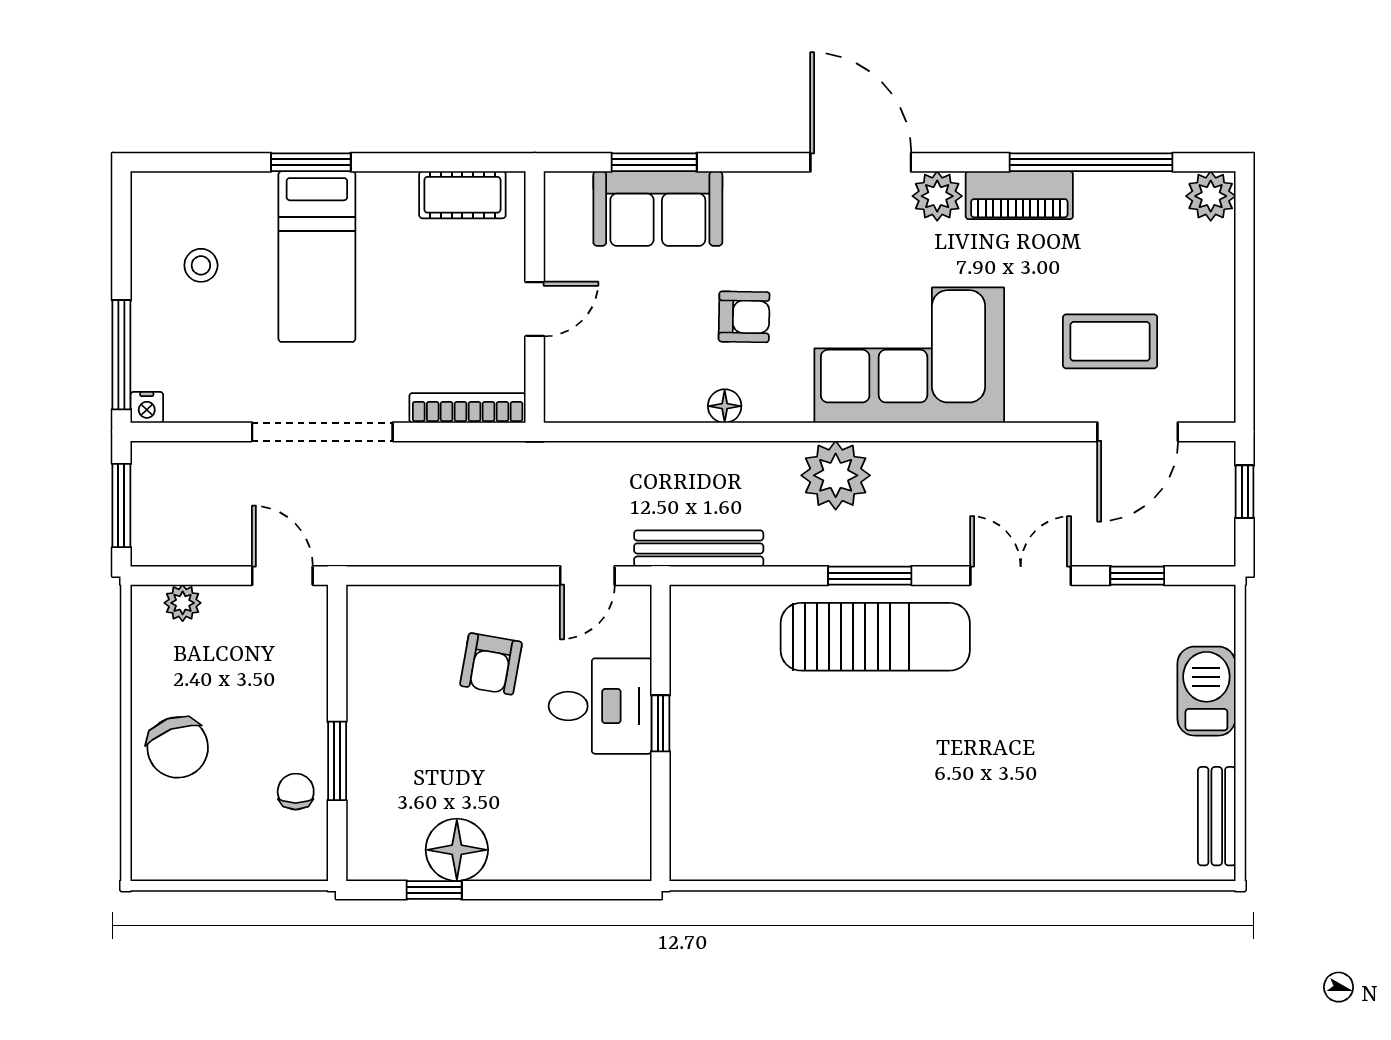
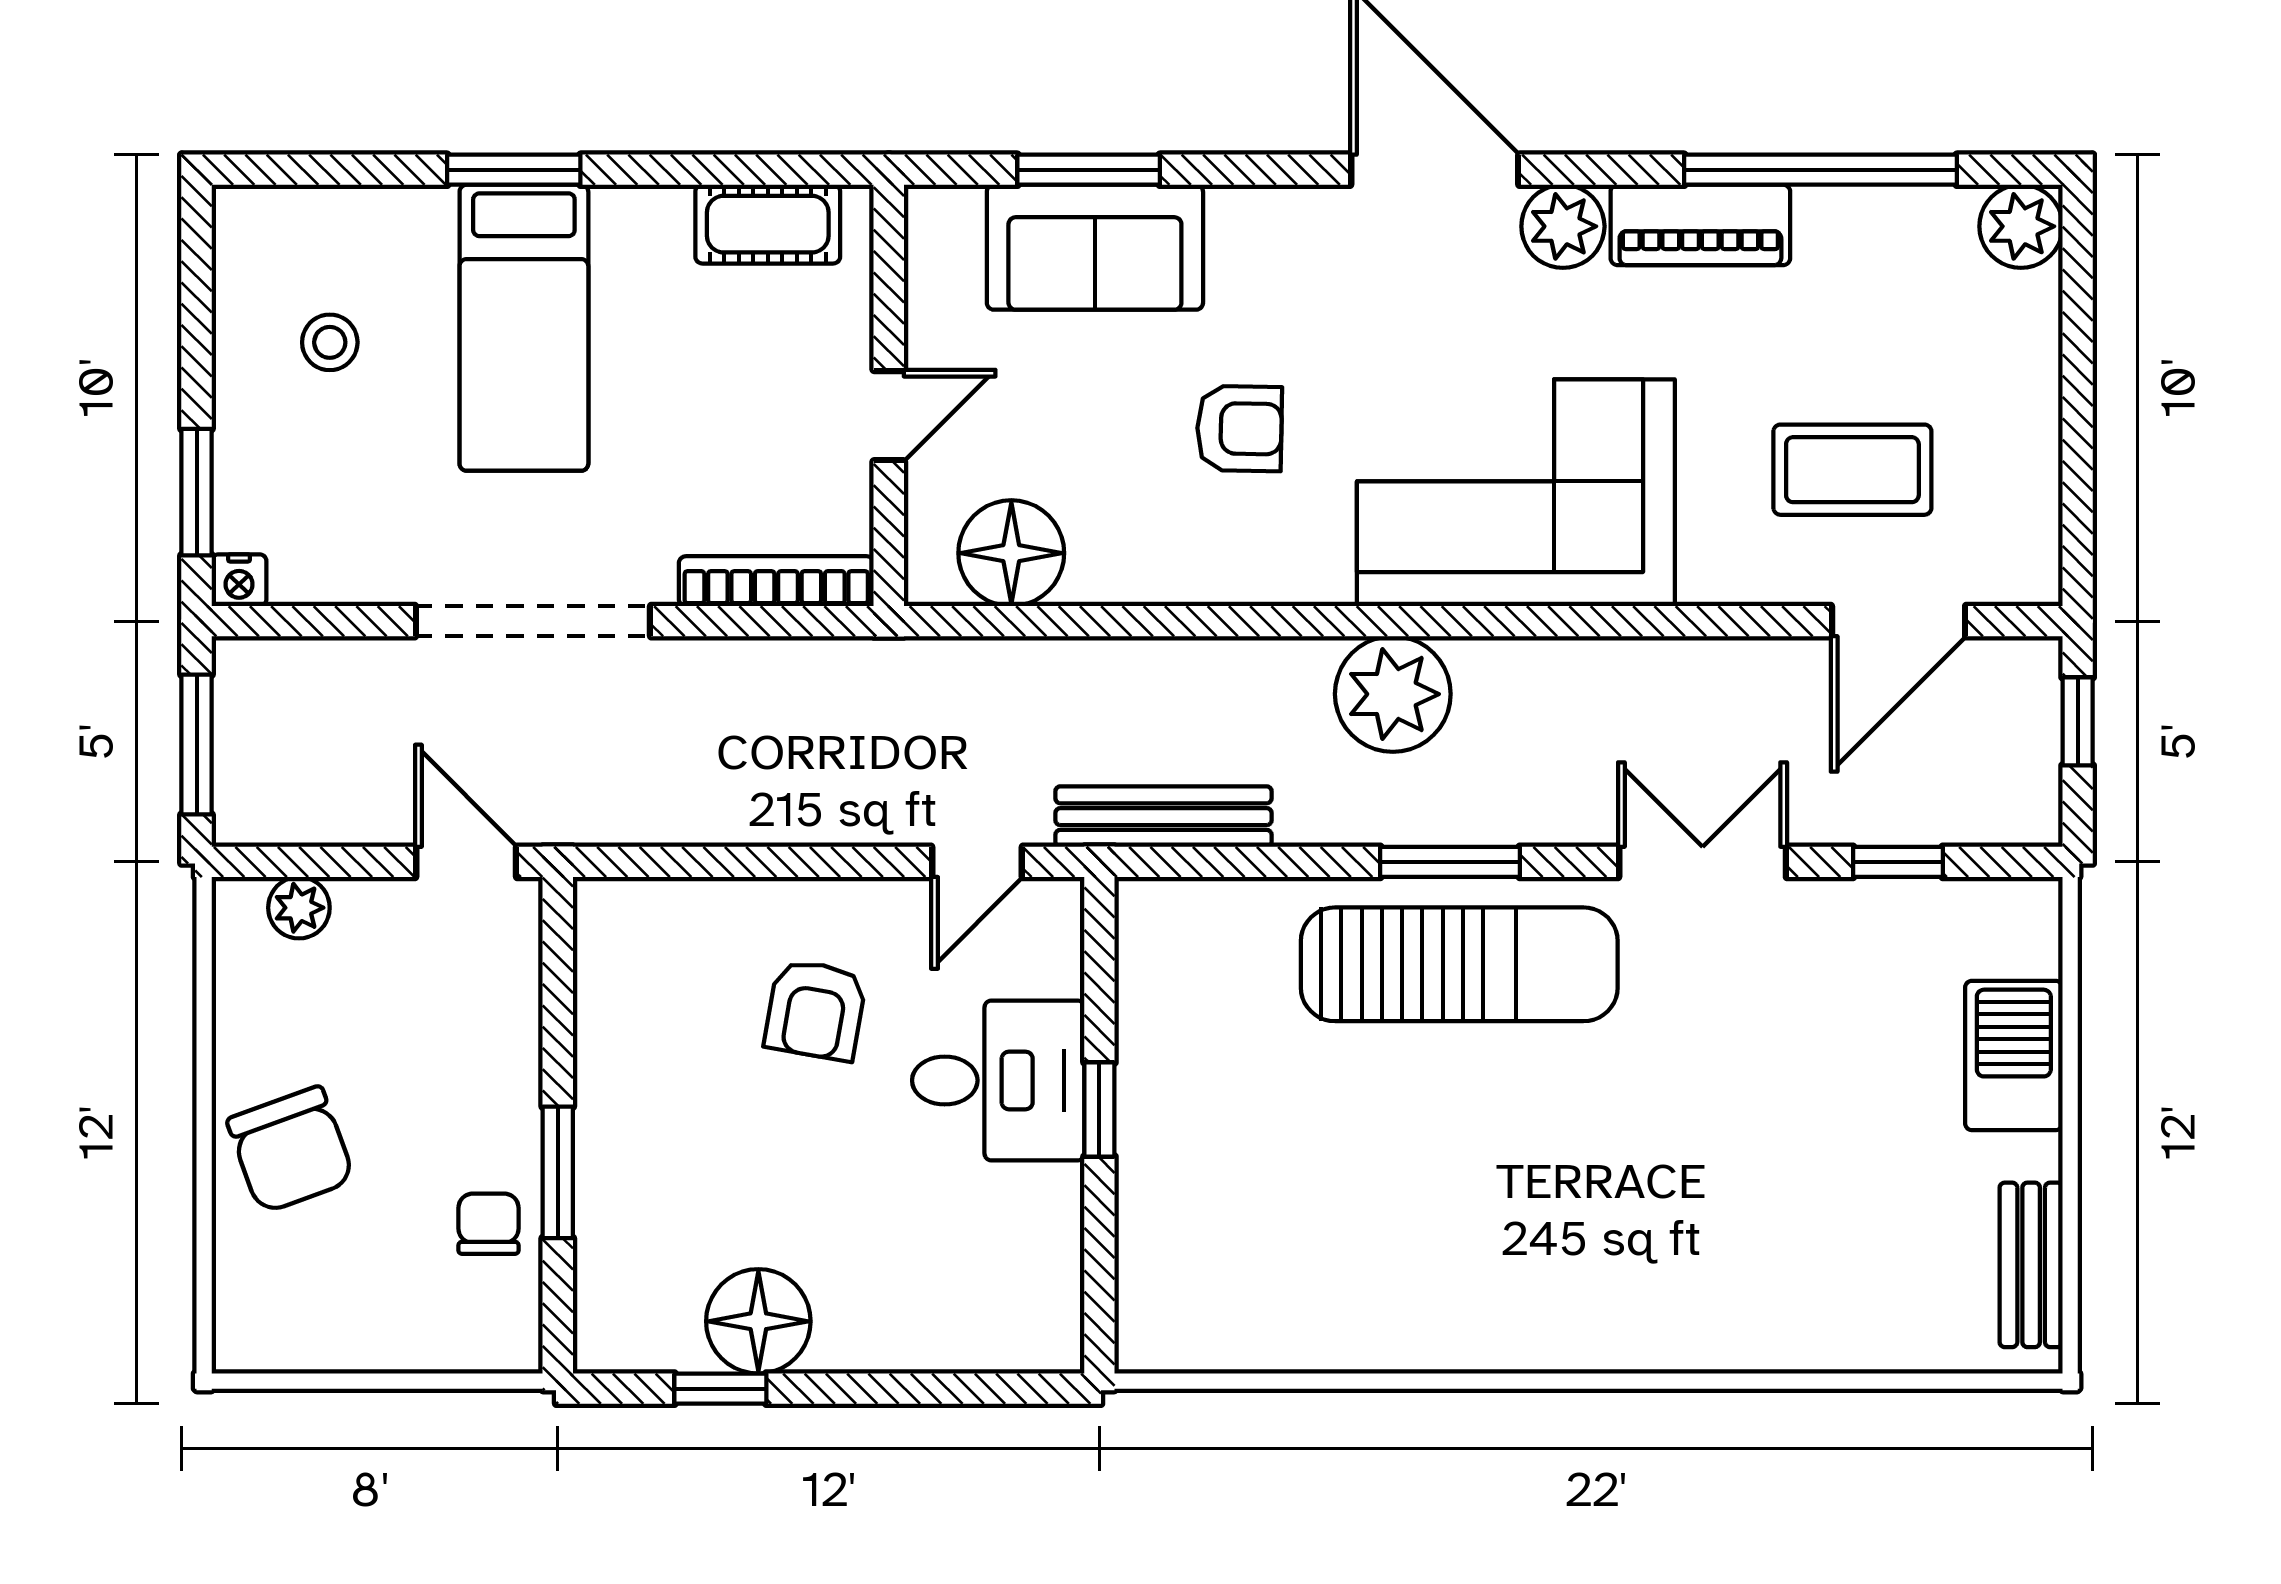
window: (121, 355) -> (197, 492), width x0.69
floor lamp: (725, 406) -> (1011, 553), moved, width x1.89, depth x1.89

